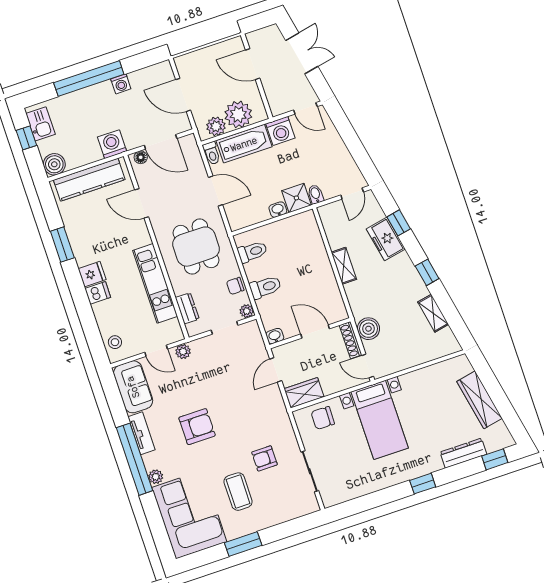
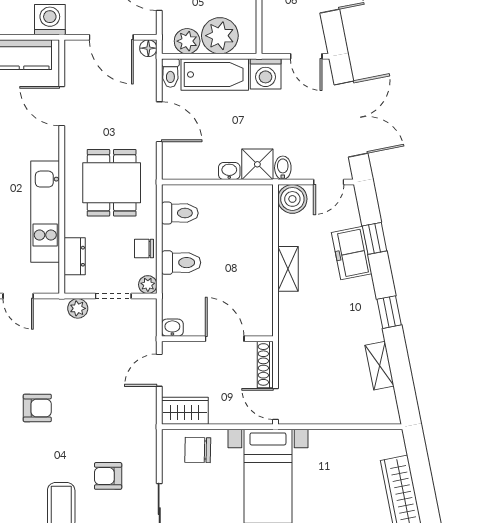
double door: (353, 143) -> (351, 119), added
floor lamp: (141, 157) -> (148, 48), moved
boiler: (368, 329) -> (292, 199), moved
plant: (183, 352) -> (78, 308), moved
armchair: (197, 427) -> (37, 408), width x0.72, depth x0.72

